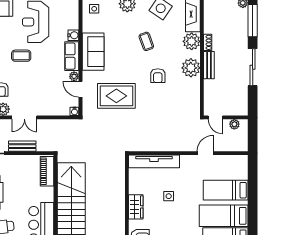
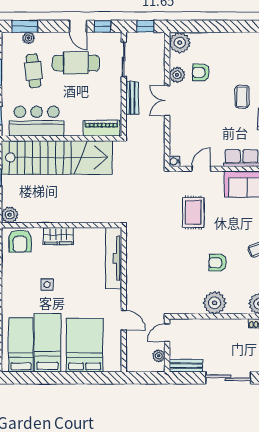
bench: (209, 65) -> (186, 366), moved
plant: (191, 68) -> (215, 303), moved
plant: (74, 76) -> (217, 161), removed
rug: (116, 96) -> (193, 212), width x0.73, depth x0.70
bed: (226, 190) -> (85, 345), width x1.50
side table: (169, 196) -> (47, 285), moved

